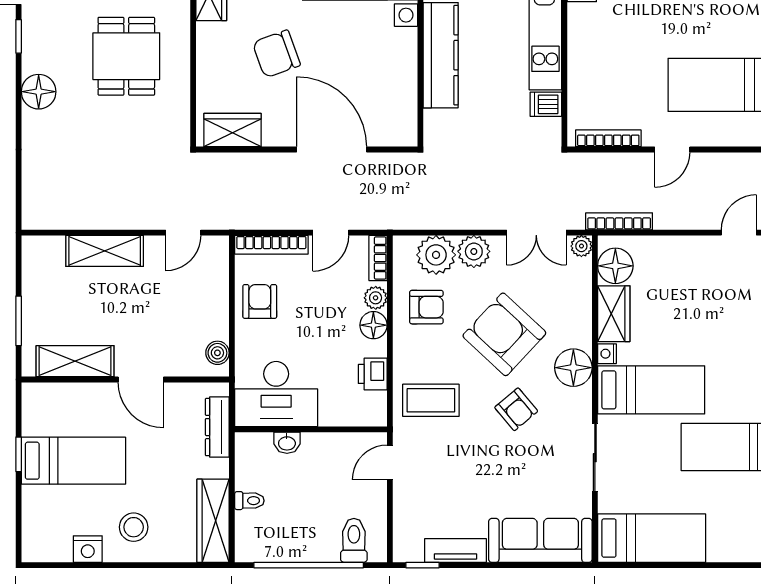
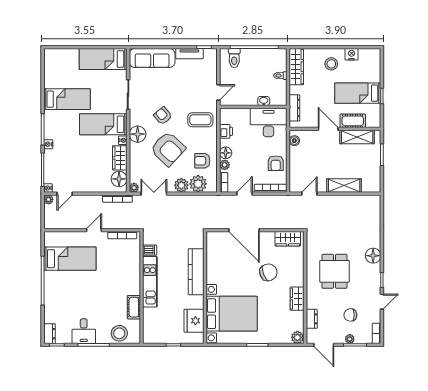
cot: (85, 398) -> (353, 121), added

